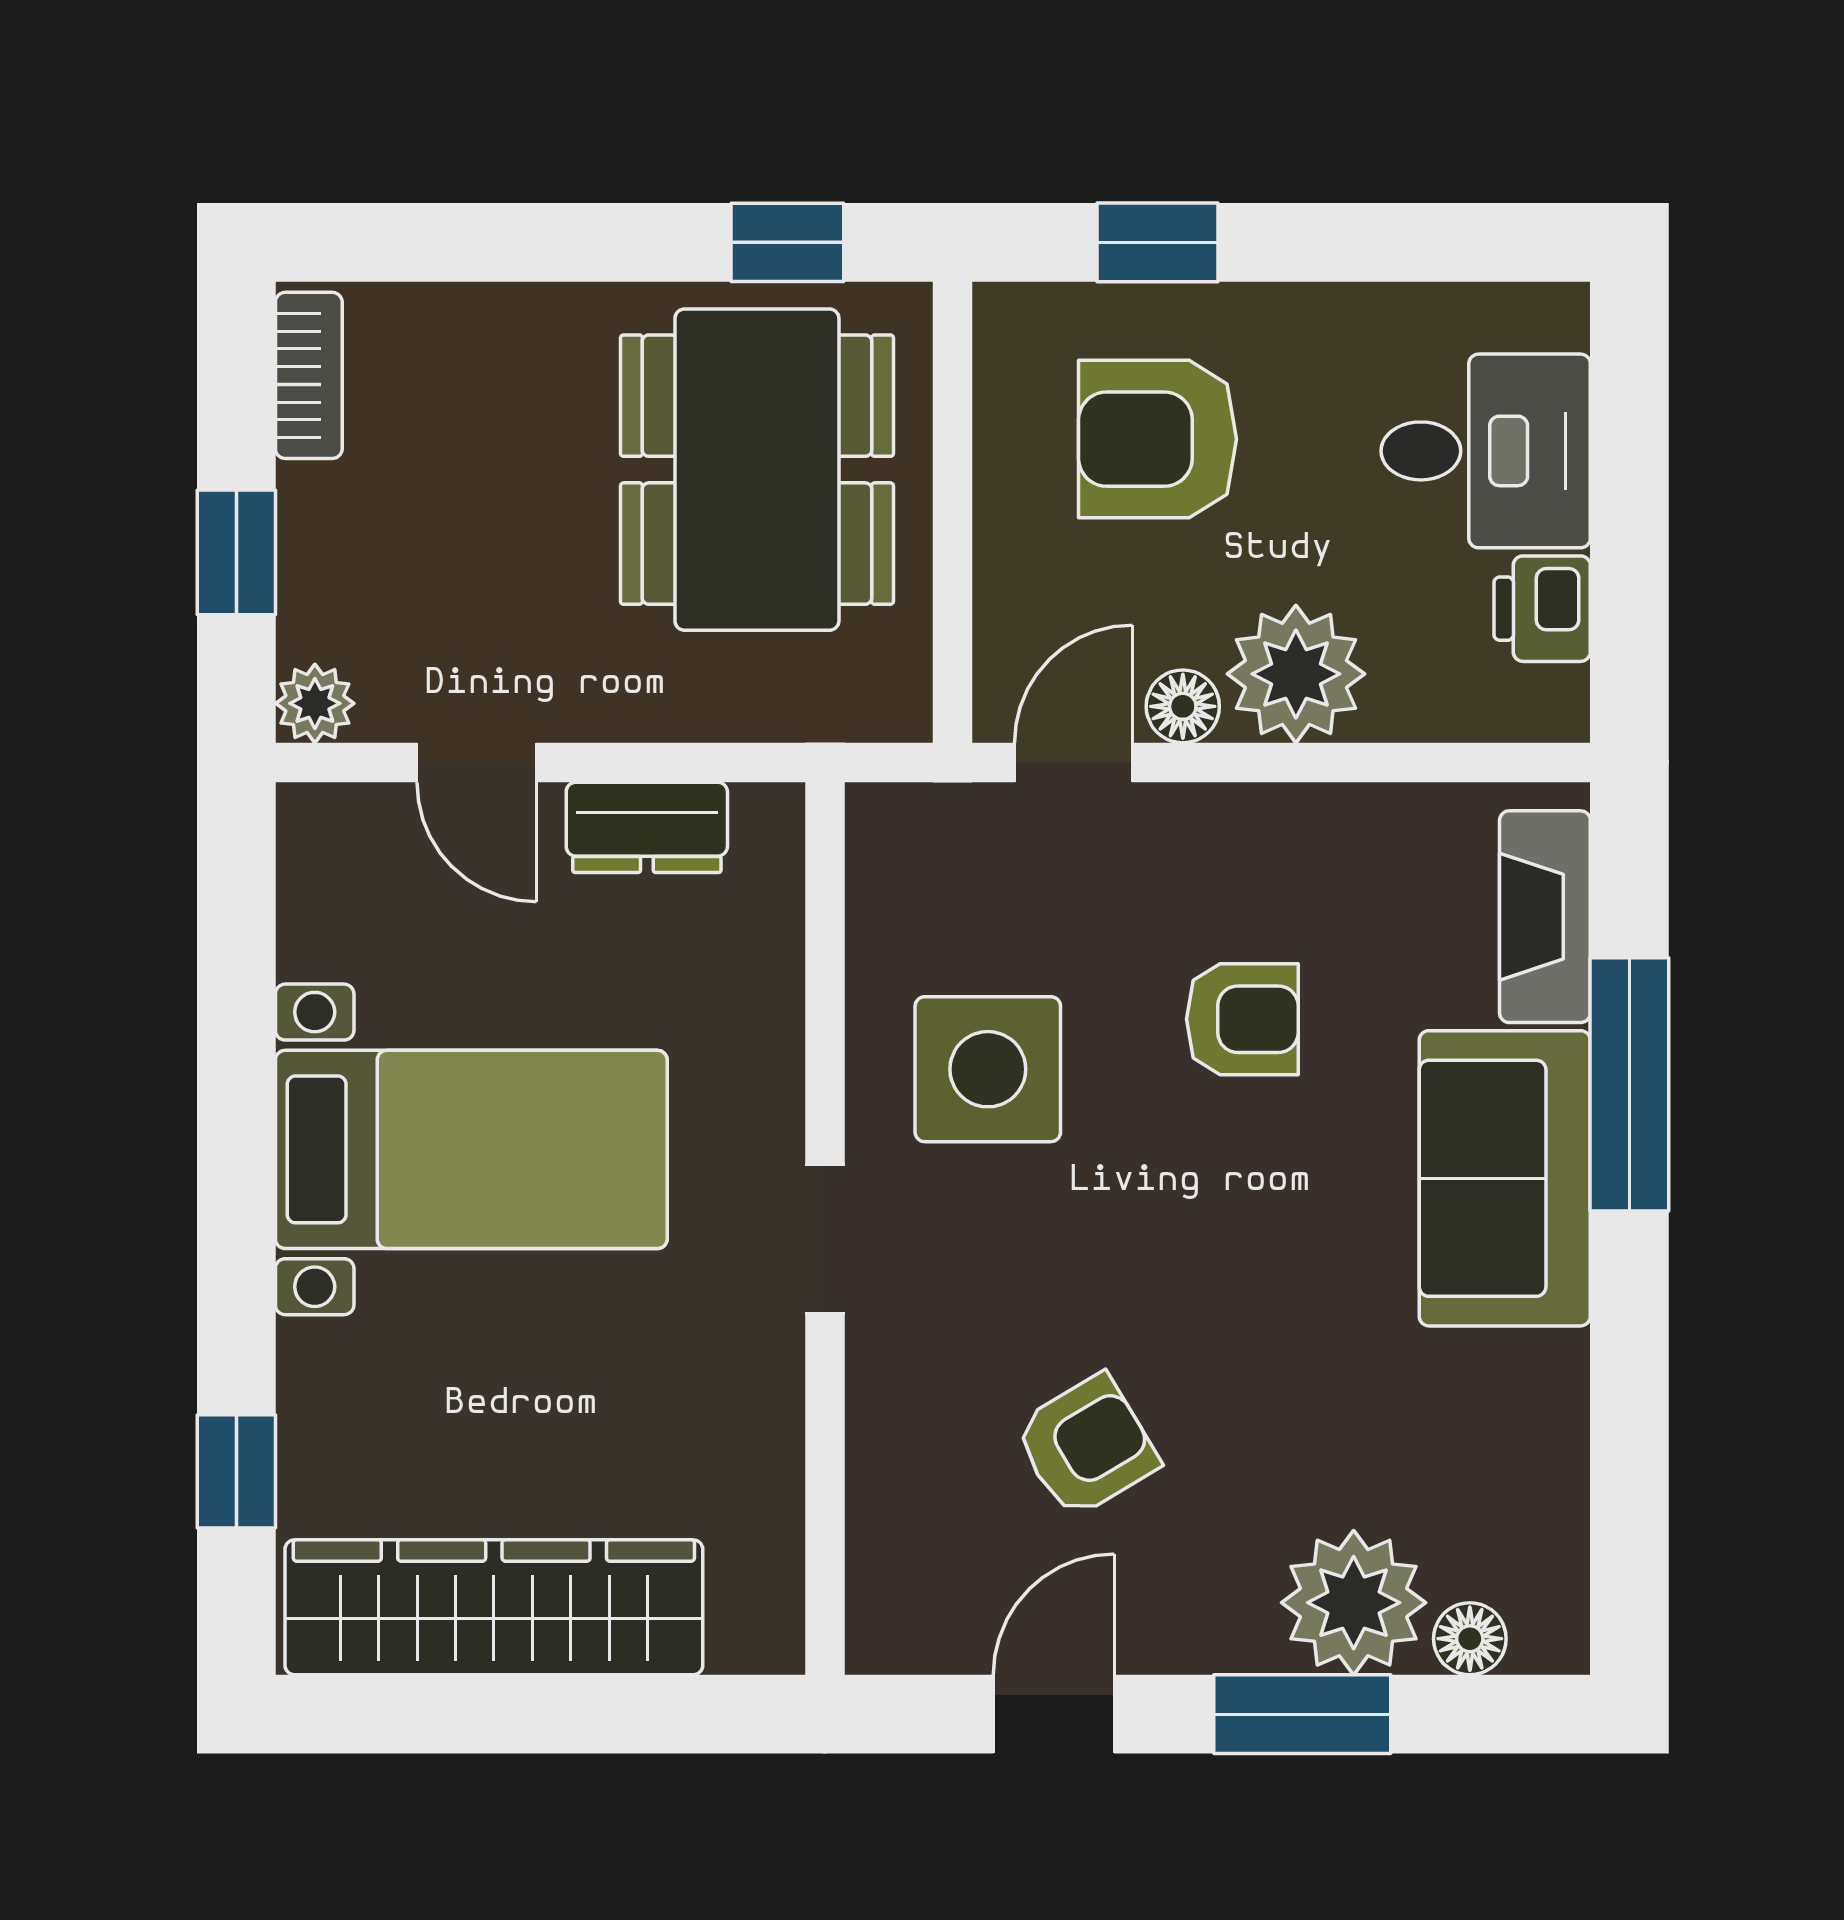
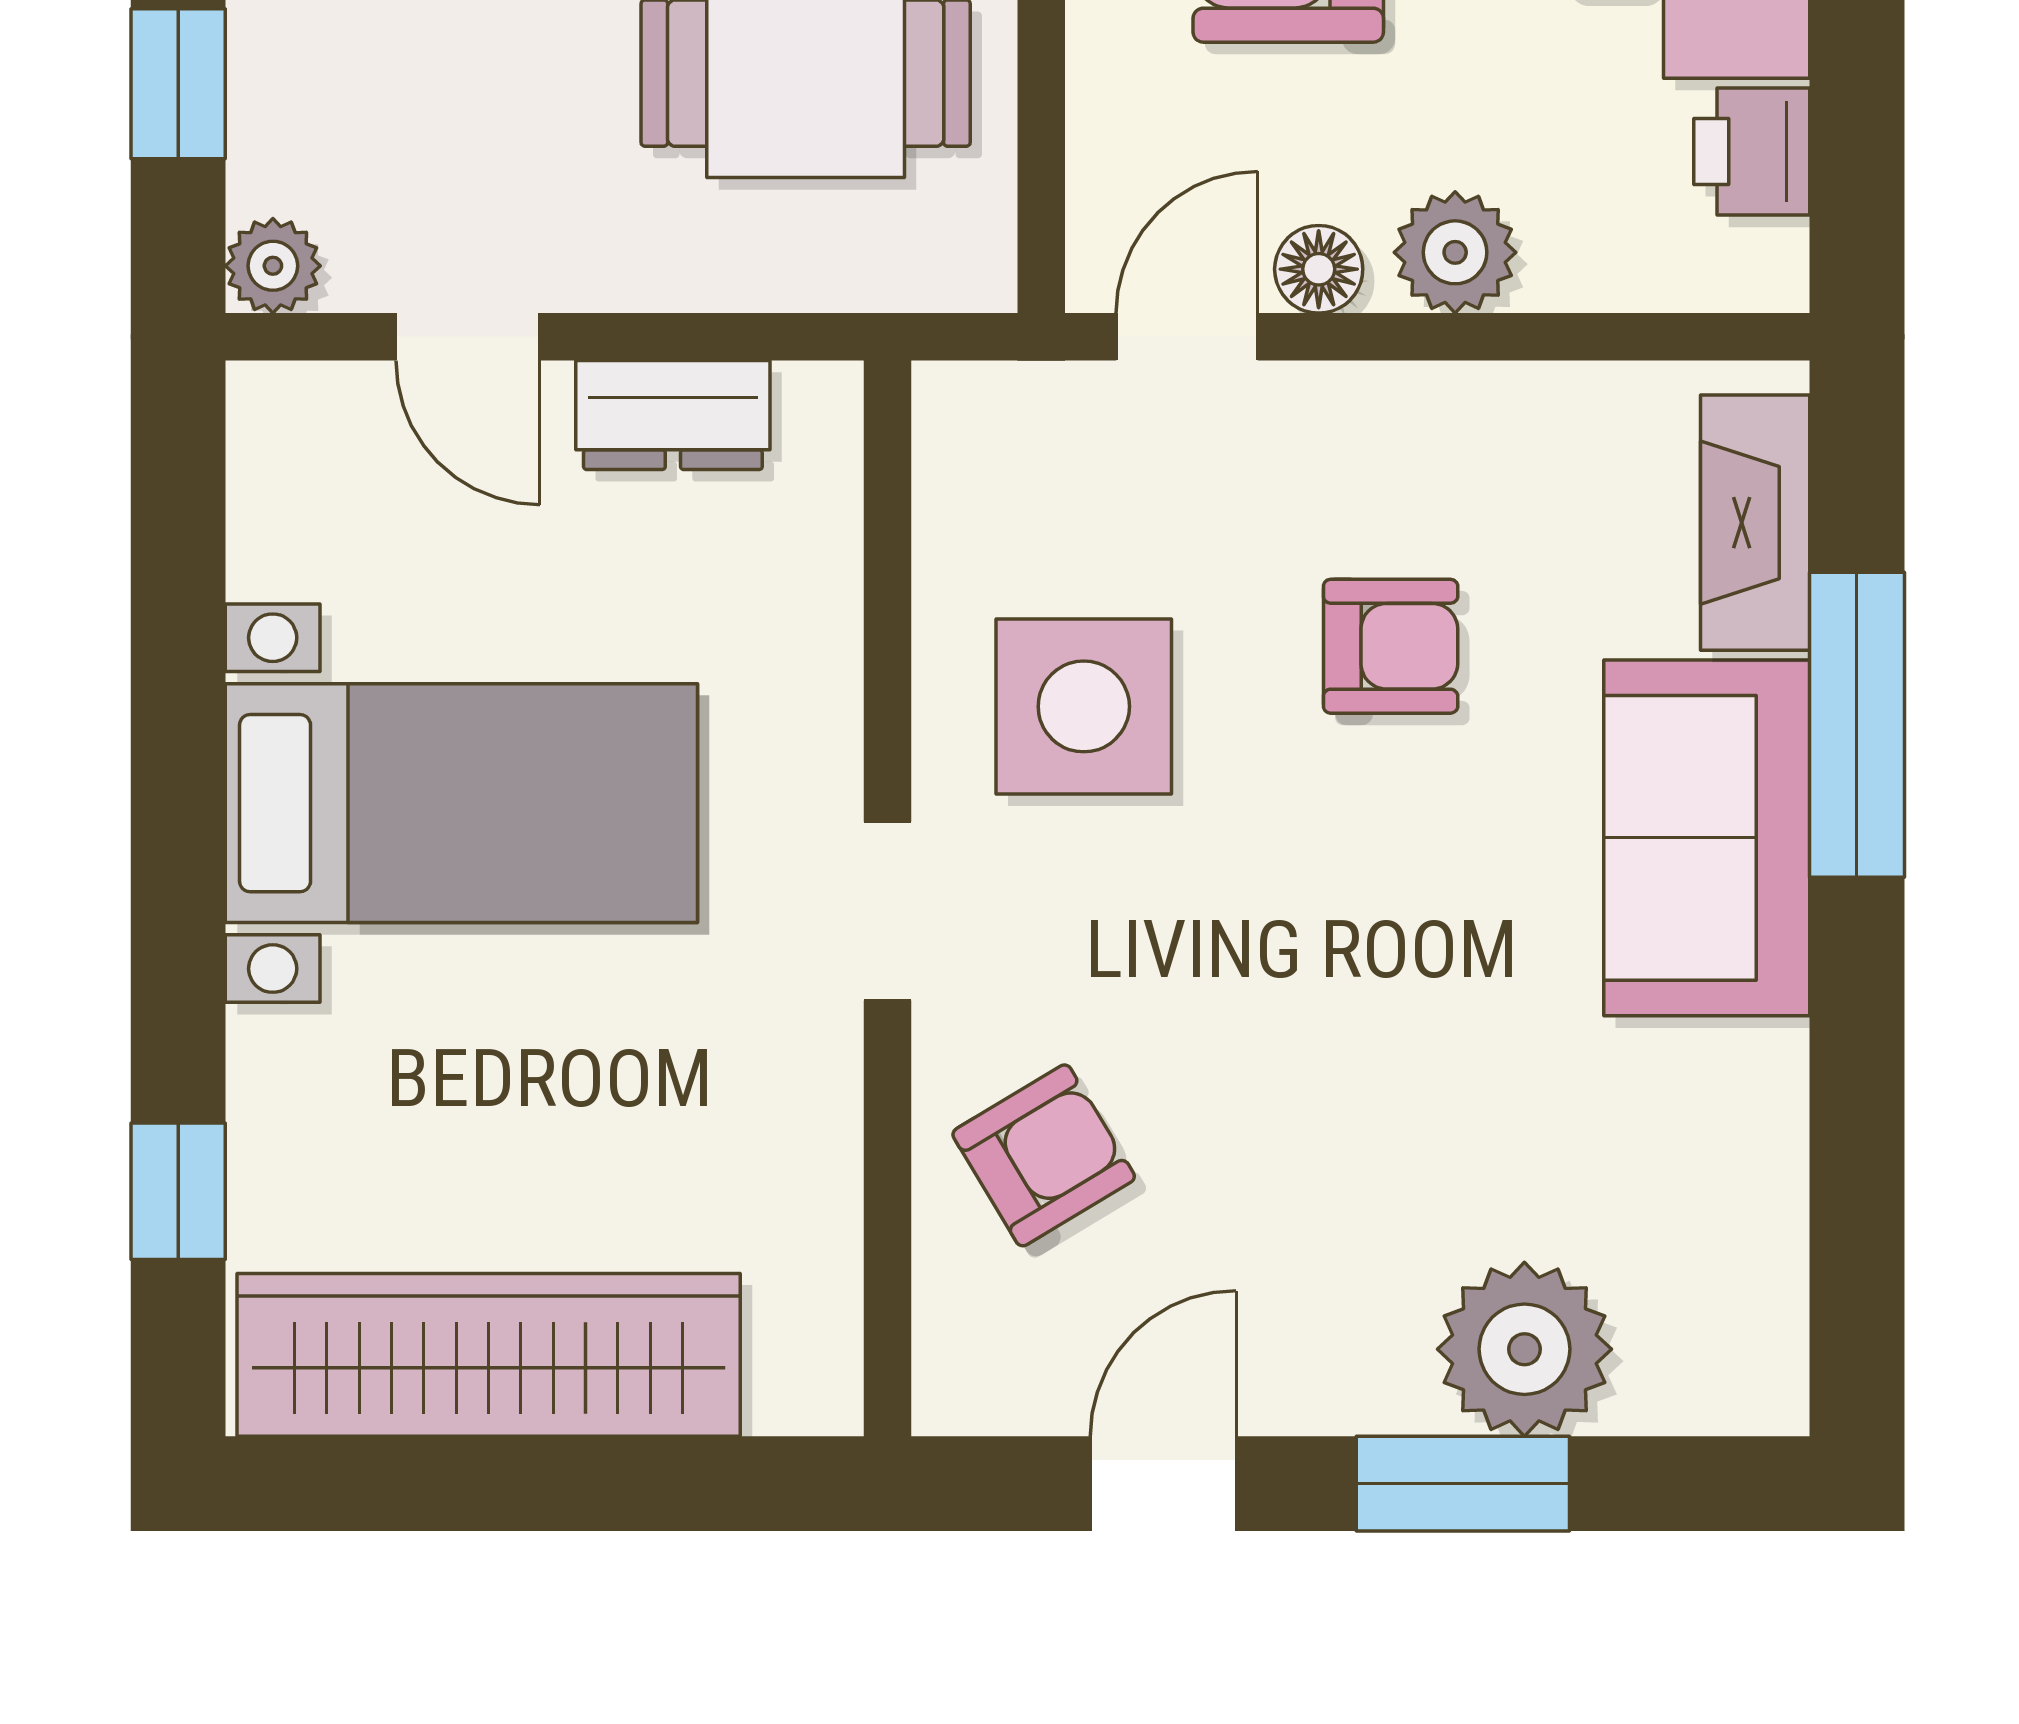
plant: (1296, 674) -> (1455, 252), width x0.73, depth x0.73
armchair: (1086, 1446) -> (1044, 1155), moved
floor lamp: (1470, 1639) -> (1665, 1393), removed

